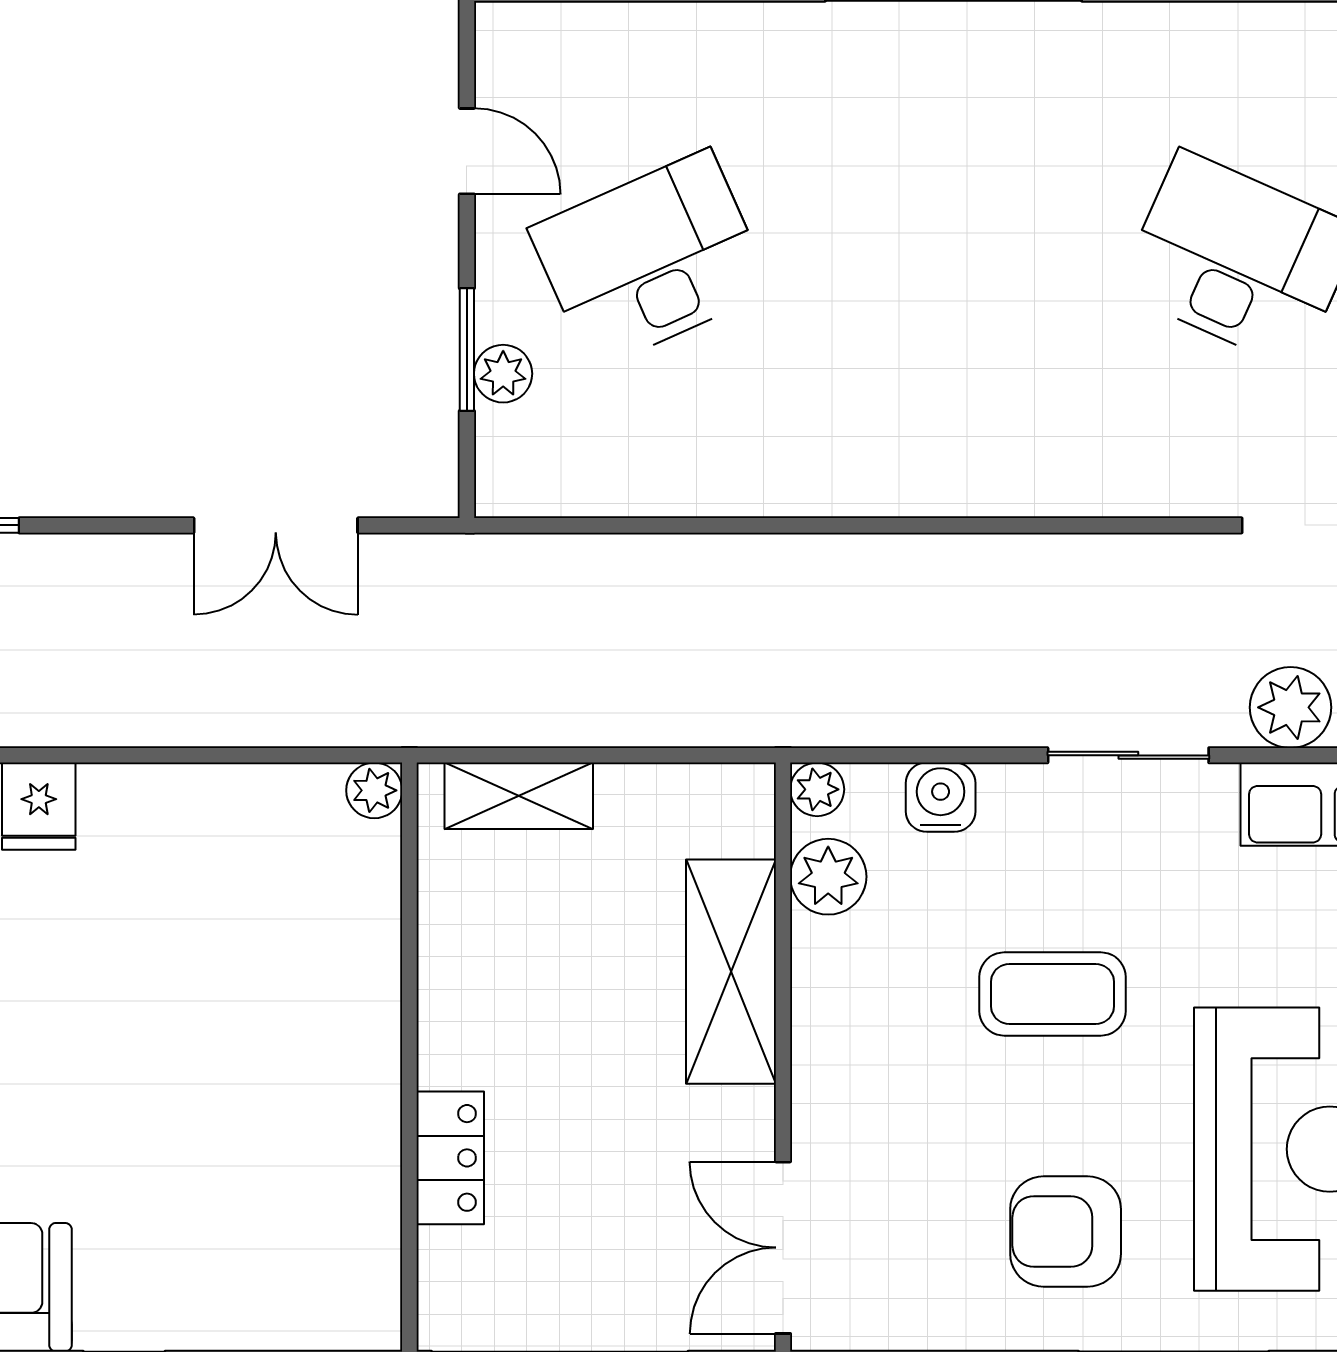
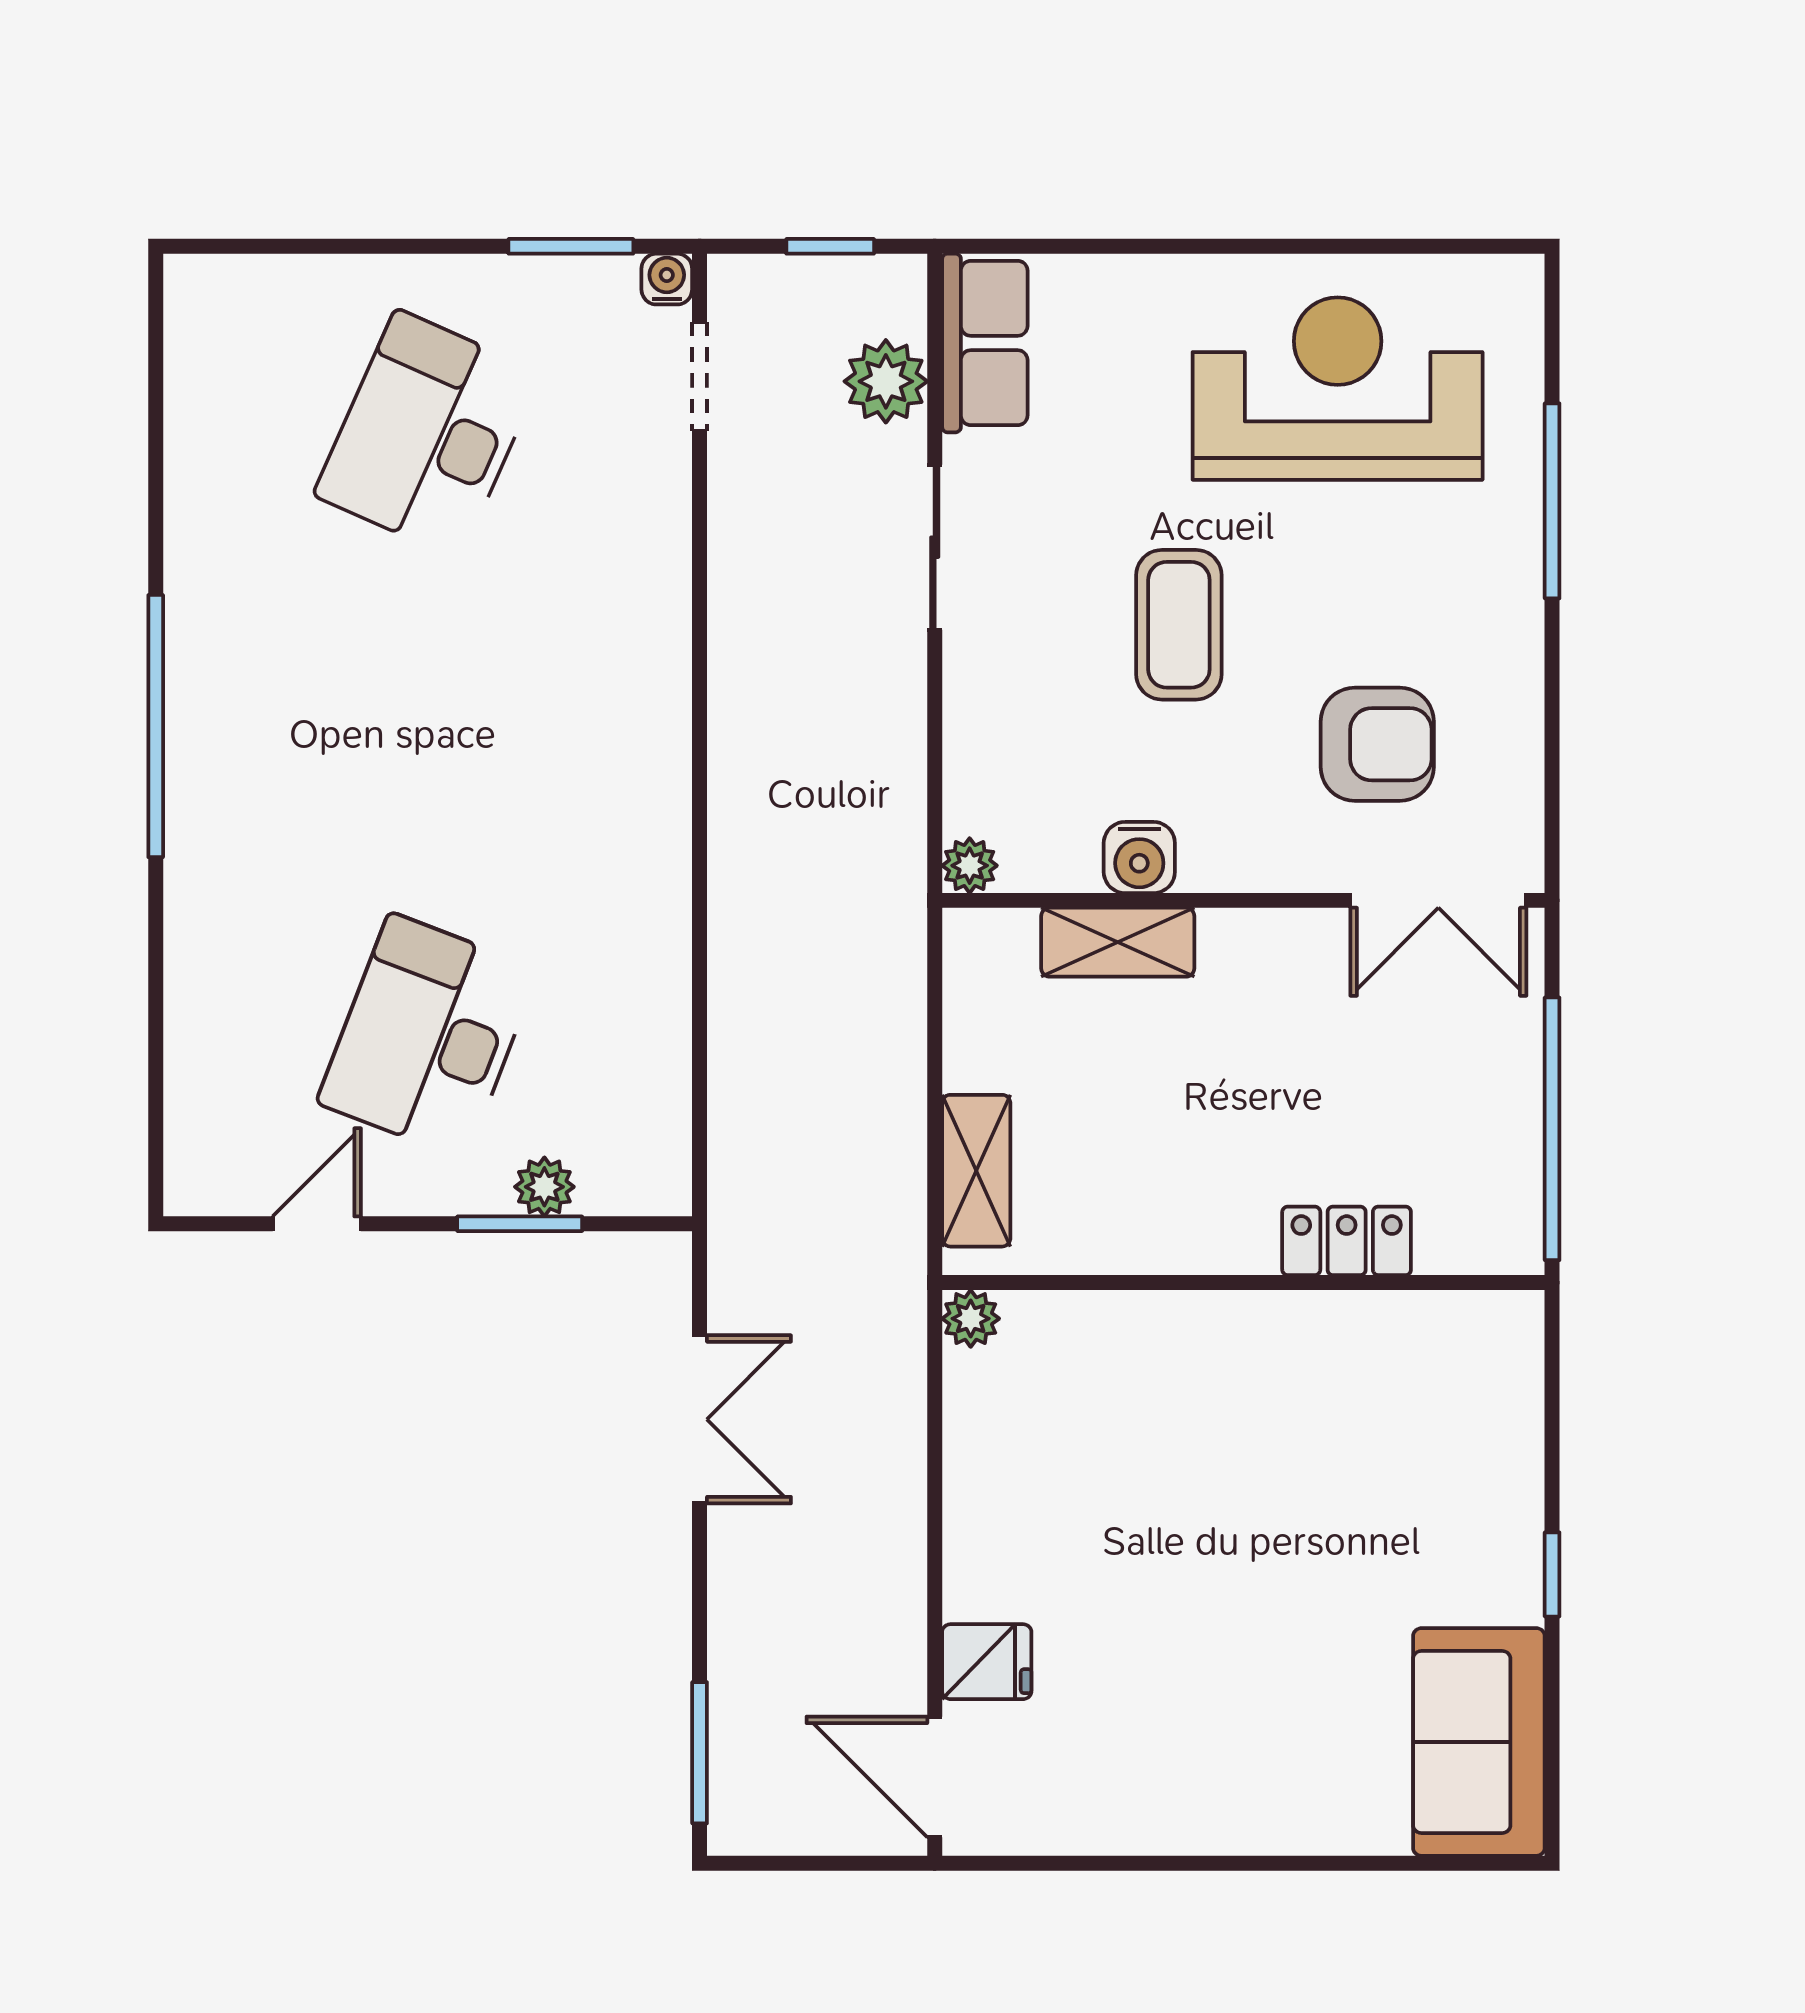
desk: (651, 260) -> (428, 1036), turned 45
water cooler: (941, 797) -> (1139, 857), moved, turned -90
plant: (828, 877) -> (1059, 854), removed
shelving: (731, 972) -> (1118, 942), width x0.67, depth x0.75
armchair: (1066, 1231) -> (1377, 744), moved, turned -90

